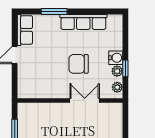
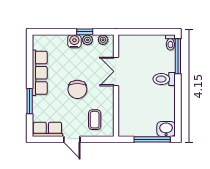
chair: (79, 64) -> (77, 89), moved
coffee table: (35, 79) -> (95, 120), added

